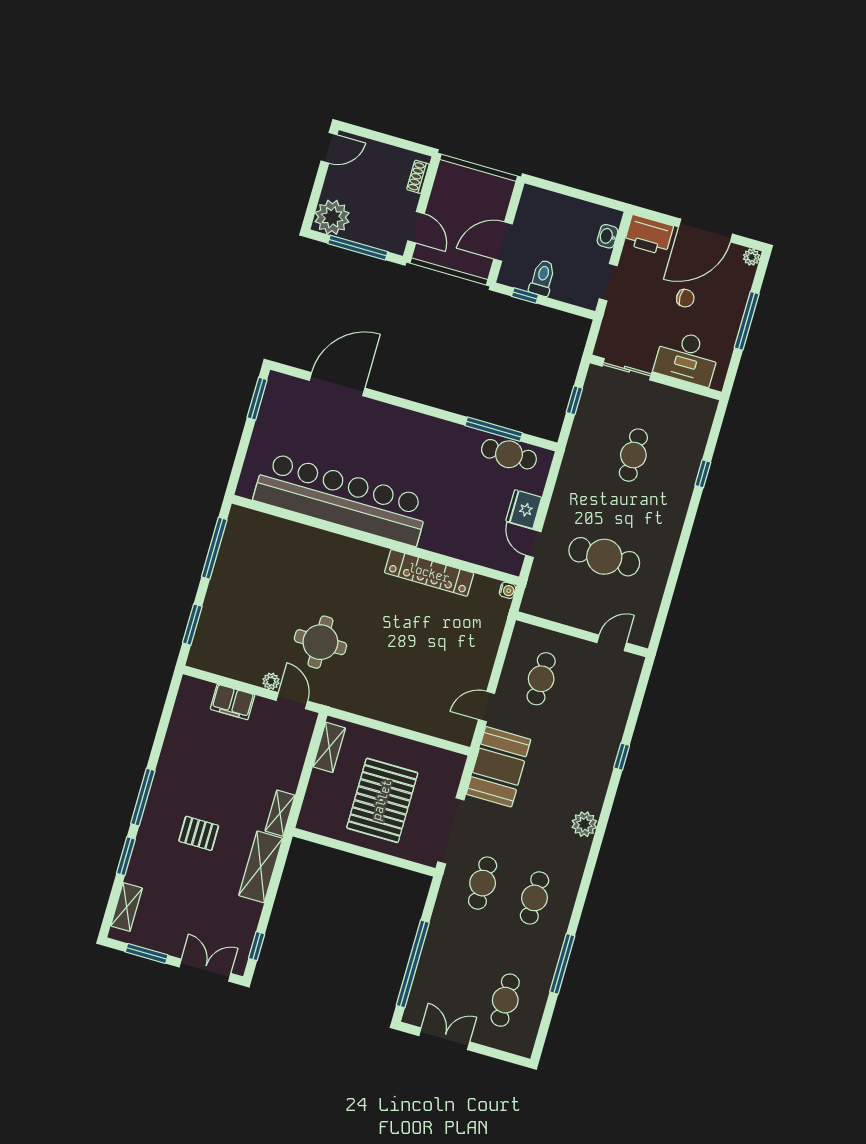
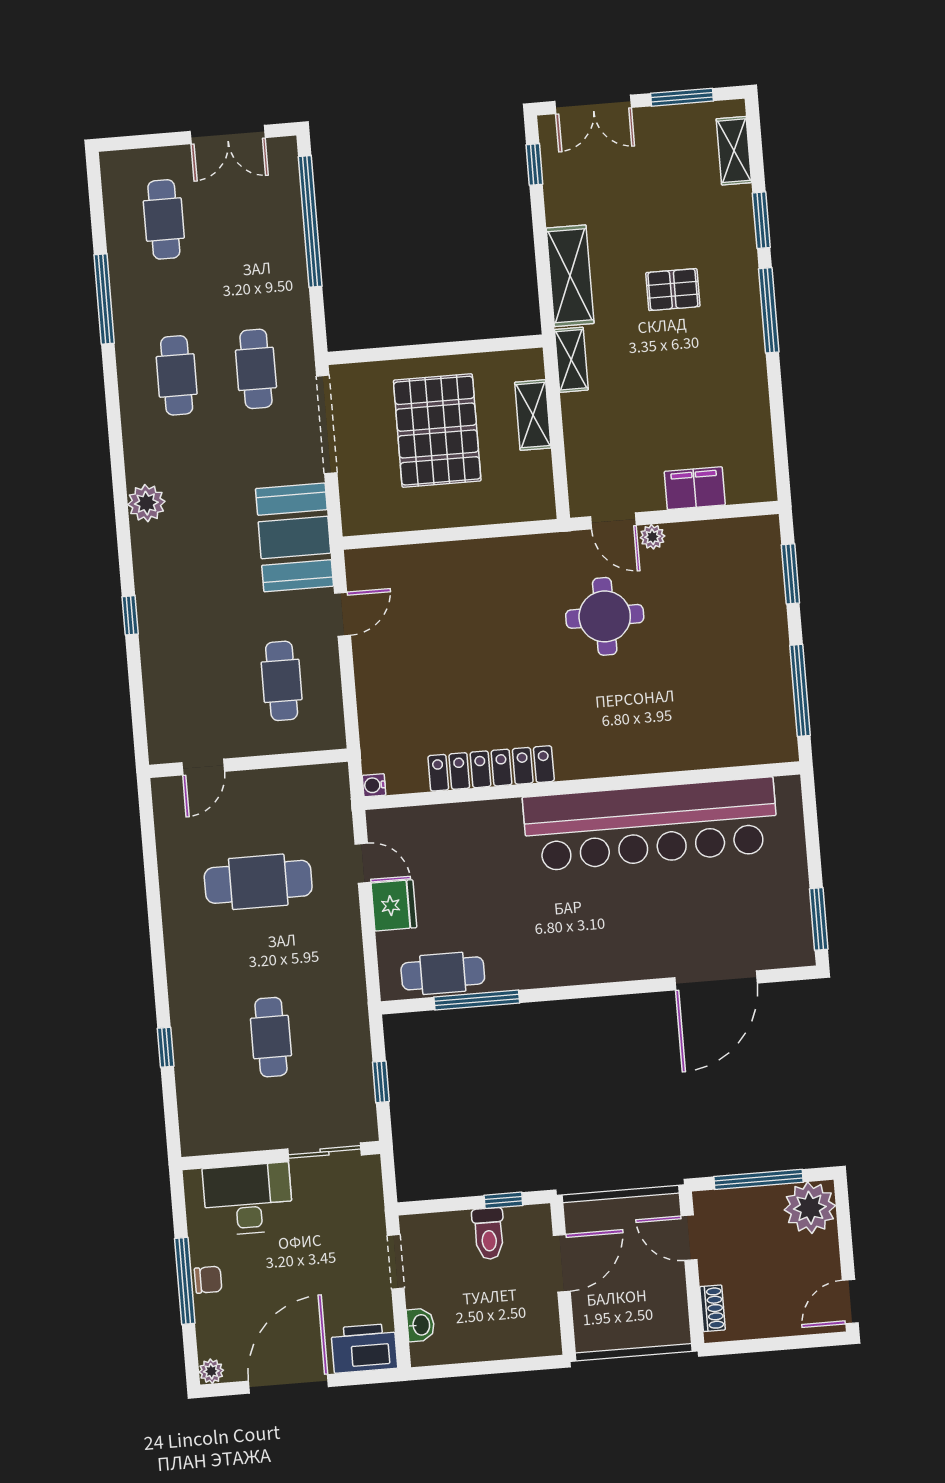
chair: (685, 298) -> (208, 1280), moved, turned 180
shelving: (329, 747) -> (533, 415), moved

